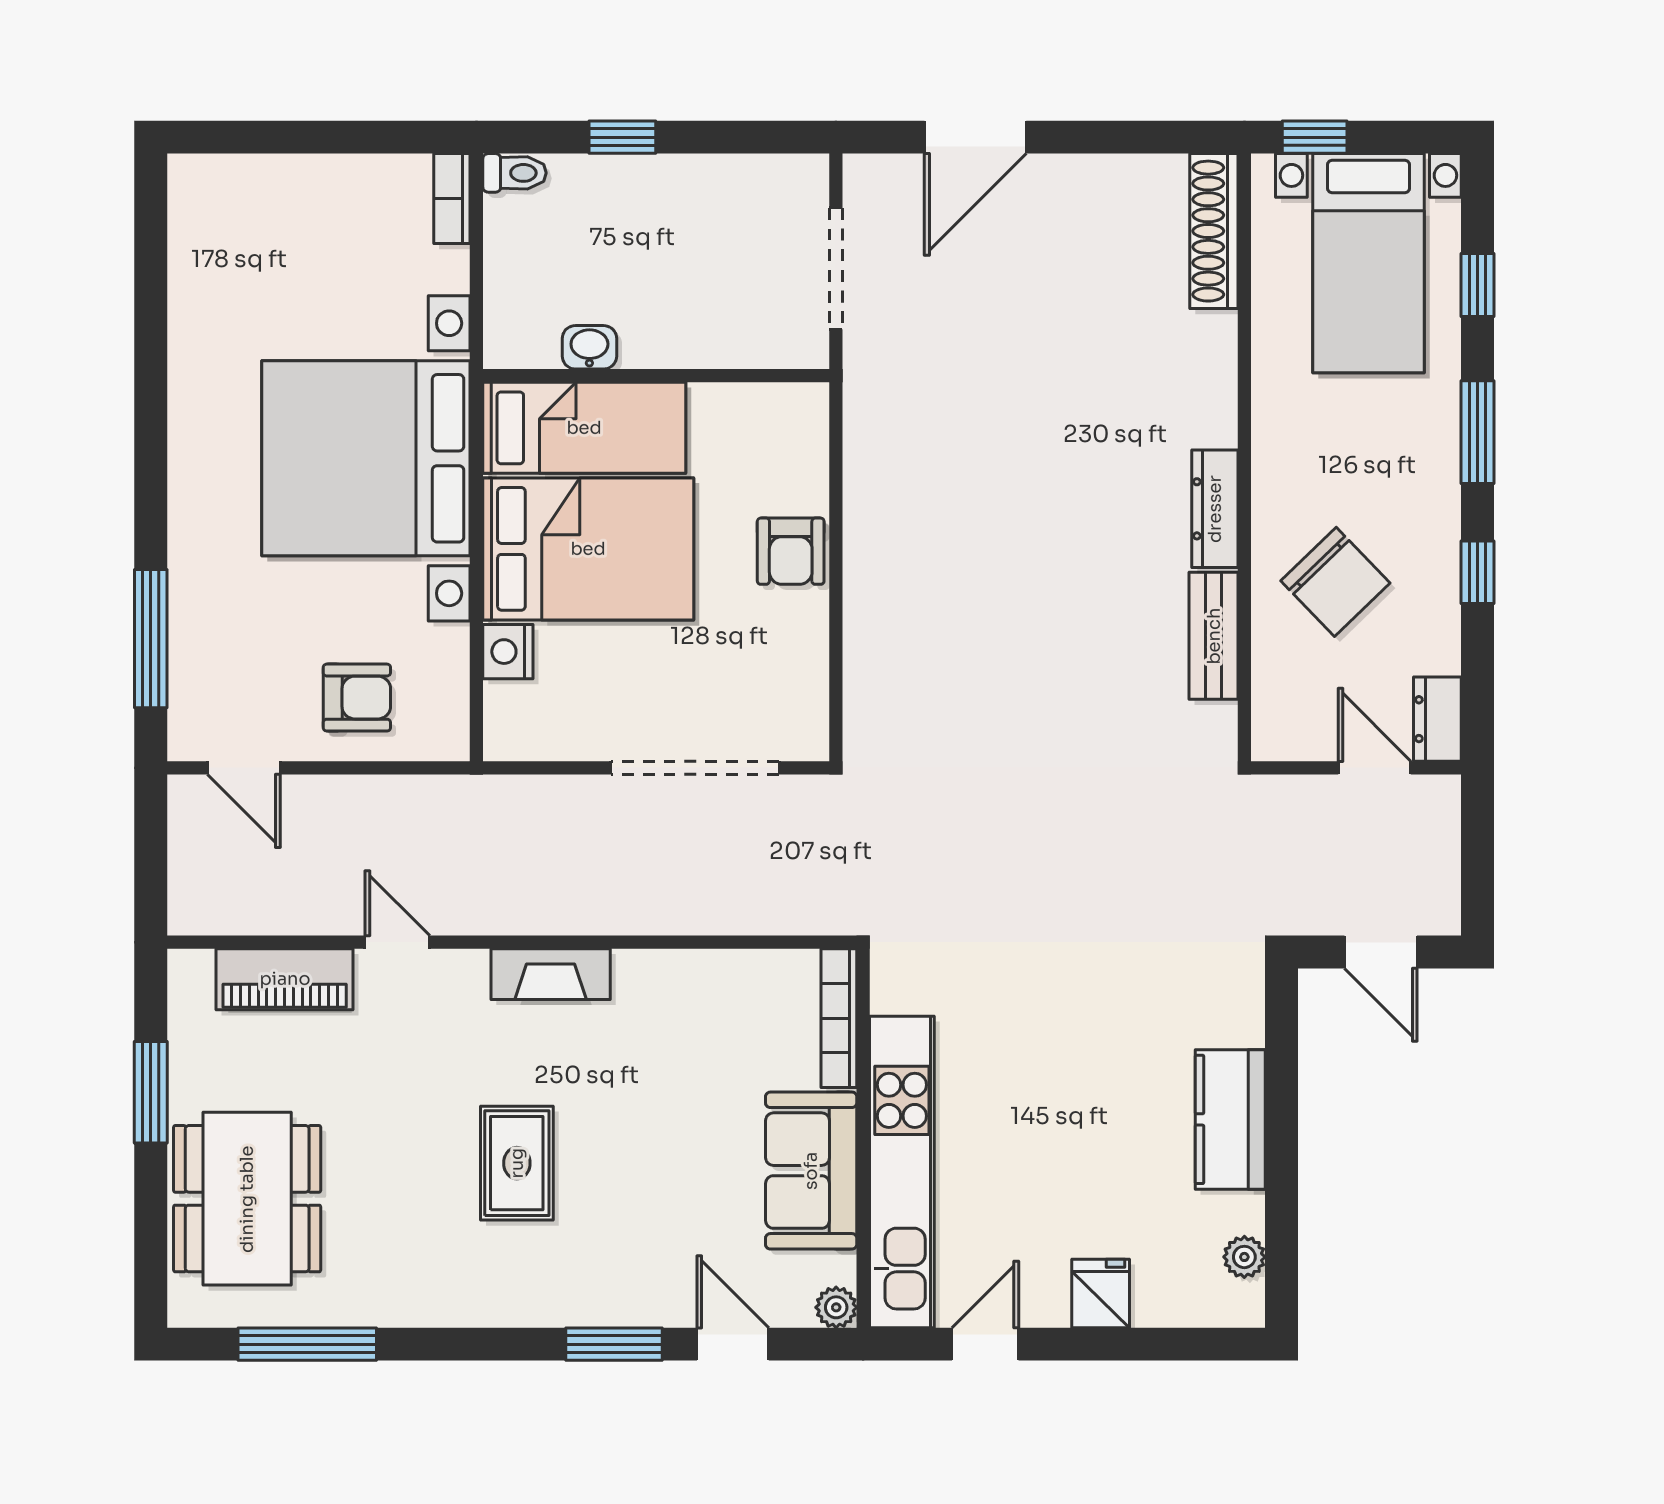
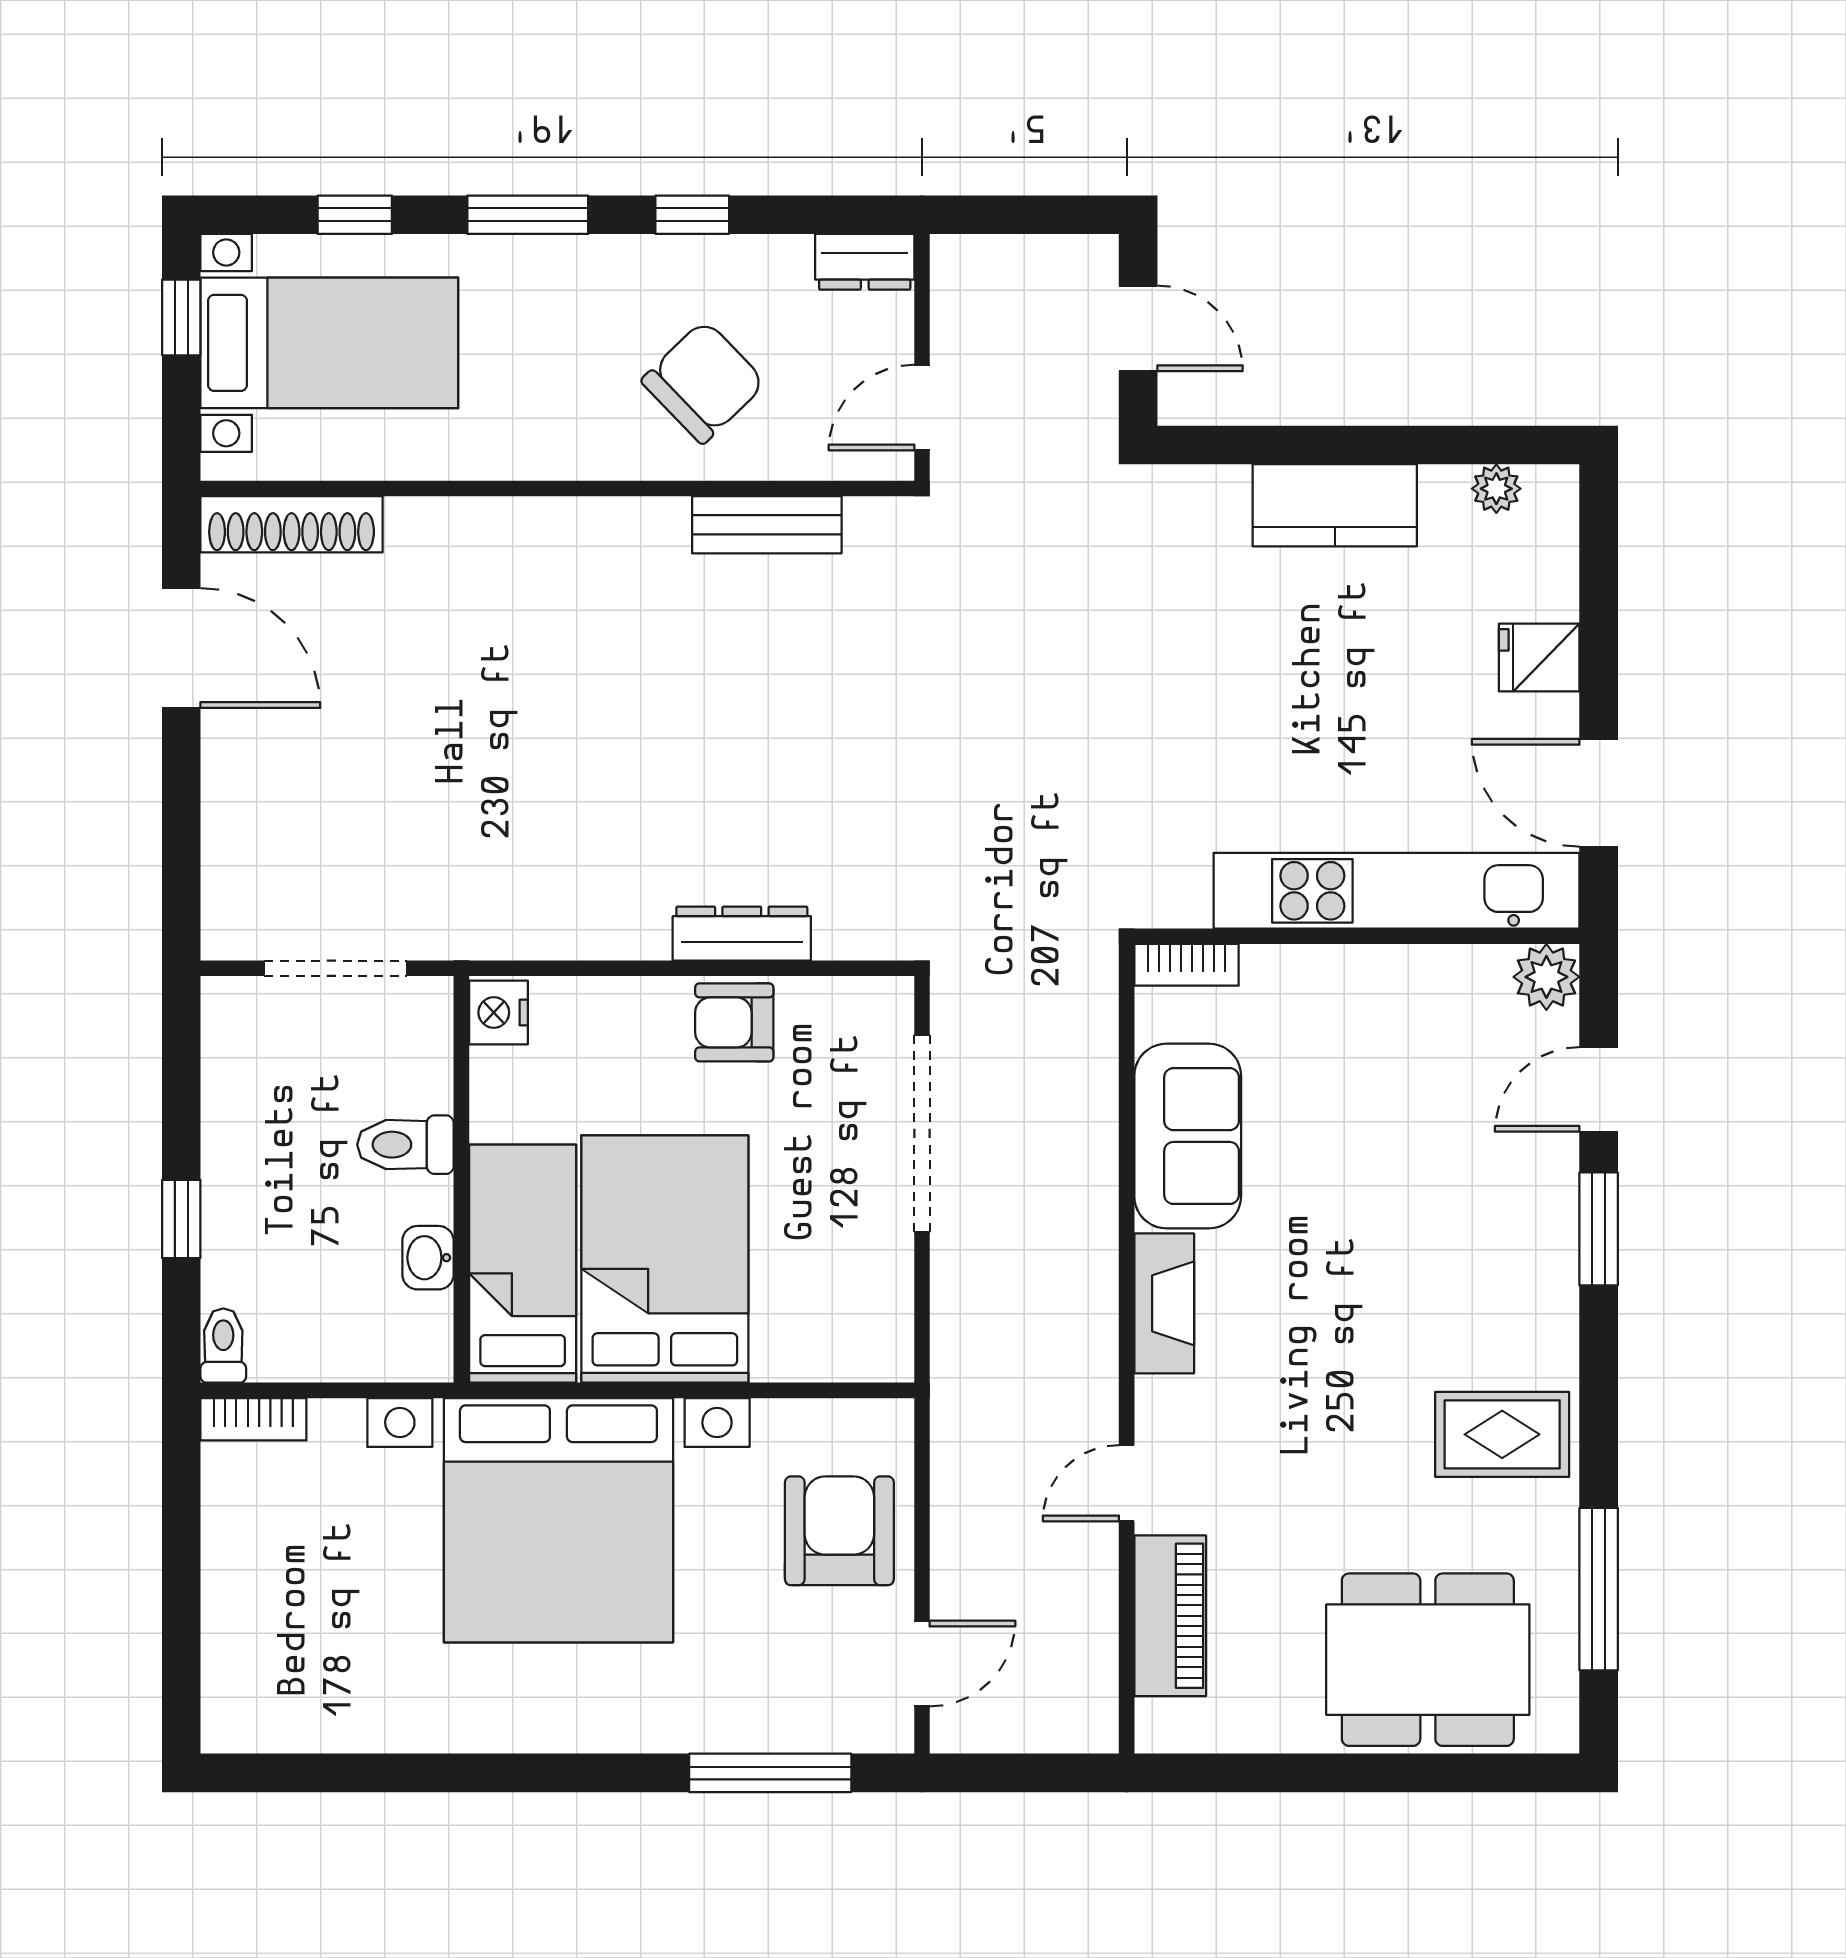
door: (975, 137) -> (181, 648), moved
window: (1315, 137) -> (181, 317), moved
toilet: (686, 328) -> (405, 1145), added
dresser: (1215, 509) -> (742, 934), moved, turned 180
armchair: (791, 551) -> (734, 1022), moved, turned 180
nightstand: (508, 652) -> (498, 1013), moved, turned 90
armchair: (357, 698) -> (839, 1531), width x1.38, depth x1.38
door: (1374, 768) -> (922, 408), moved
door: (1381, 952) -> (1138, 328), hinge flipped
bookcase: (839, 1018) -> (1186, 965), width x0.64
window: (151, 1092) -> (1303, 1773), removed
rug: (517, 1163) -> (1502, 1434), moved
sofa: (811, 1171) -> (1188, 1136), moved, turned -90
plant: (836, 1307) -> (1546, 977), width x1.38, depth x1.38
door: (985, 1344) -> (1599, 793), width x1.38

